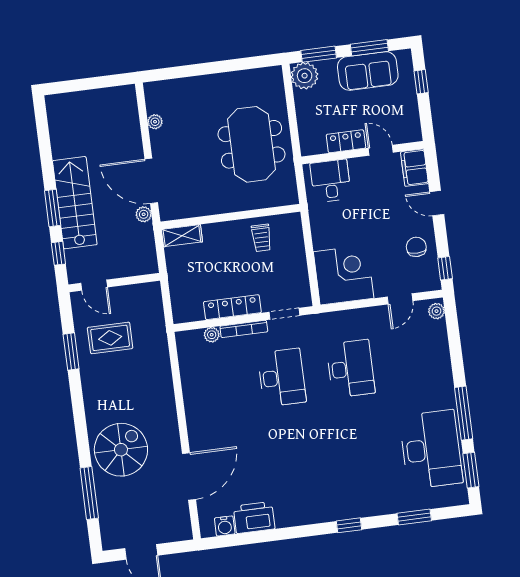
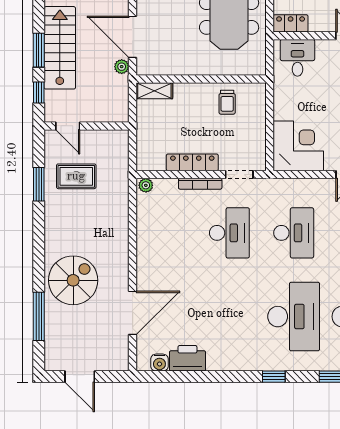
locker: (346, 141) -> (291, 23), moved
plant: (212, 335) -> (146, 185), moved
desk: (362, 458) -> (294, 317), added

